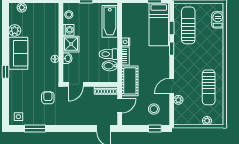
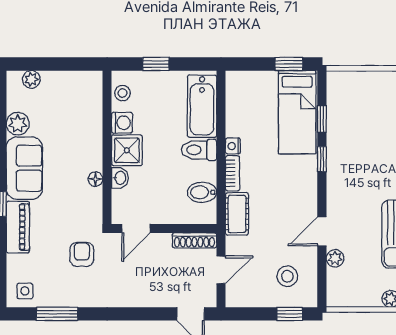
sun lounger: (188, 25) -> (354, 114), removed
toilet: (108, 54) -> (199, 150), moved
cot: (130, 81) -> (237, 214), width x0.73, depth x0.75
piano: (15, 84) -> (18, 227), added

